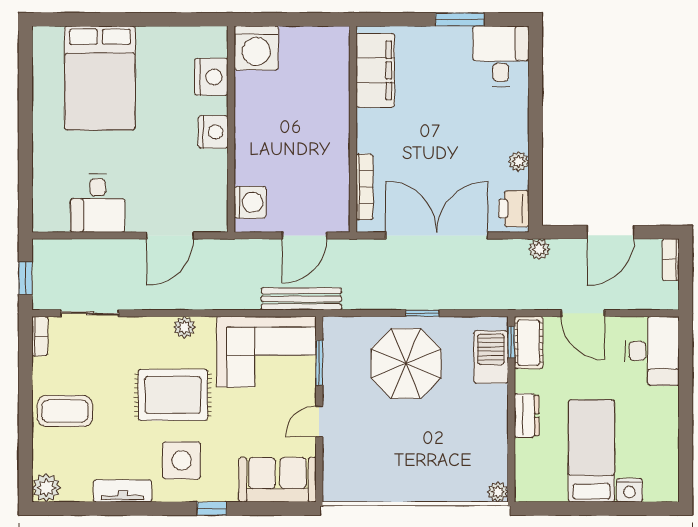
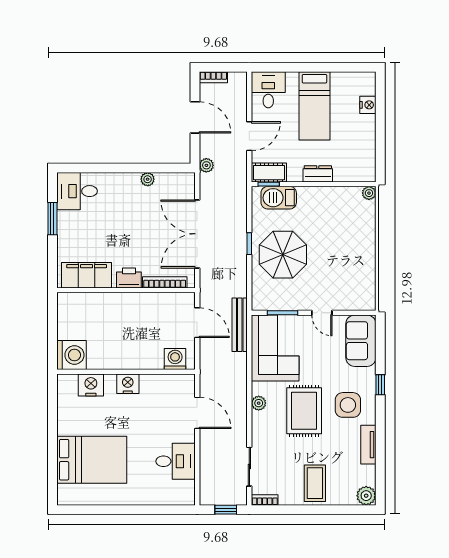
printer: (514, 209) -> (129, 278), moved, turned 180
desk: (652, 351) -> (268, 90), width x0.73
bed: (591, 451) -> (314, 106), moved, turned -90

